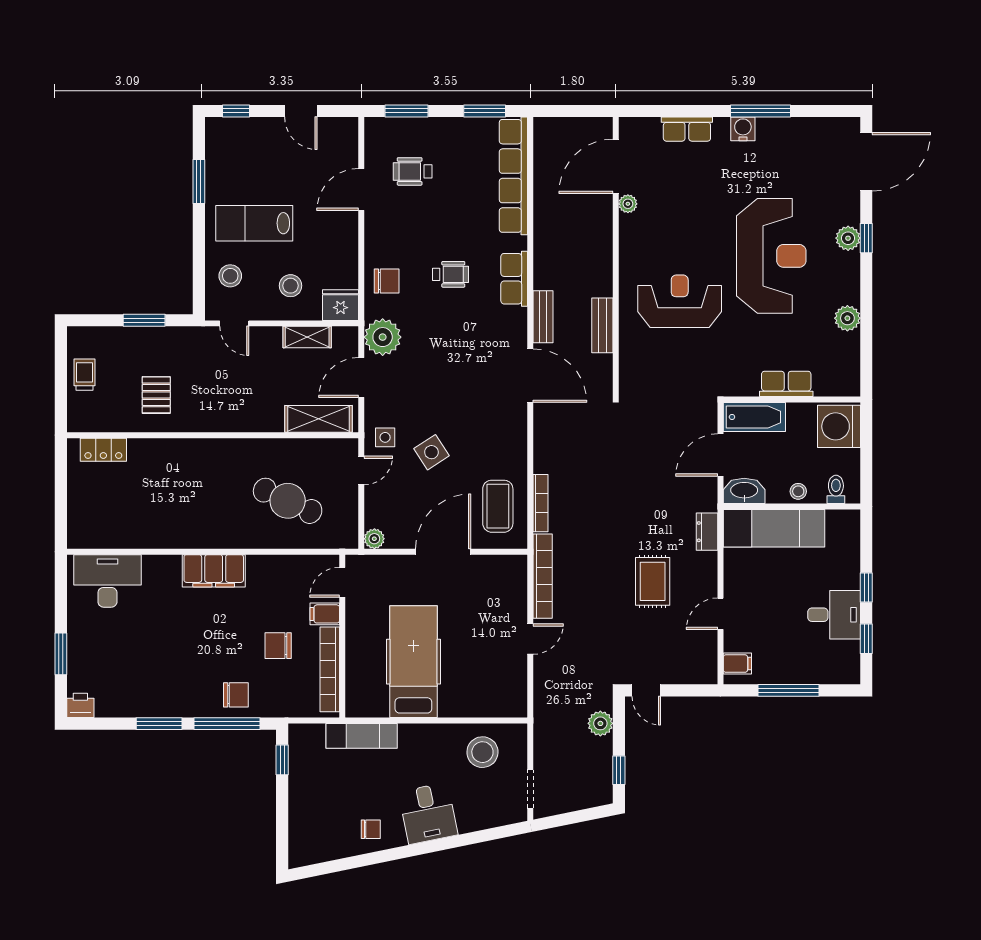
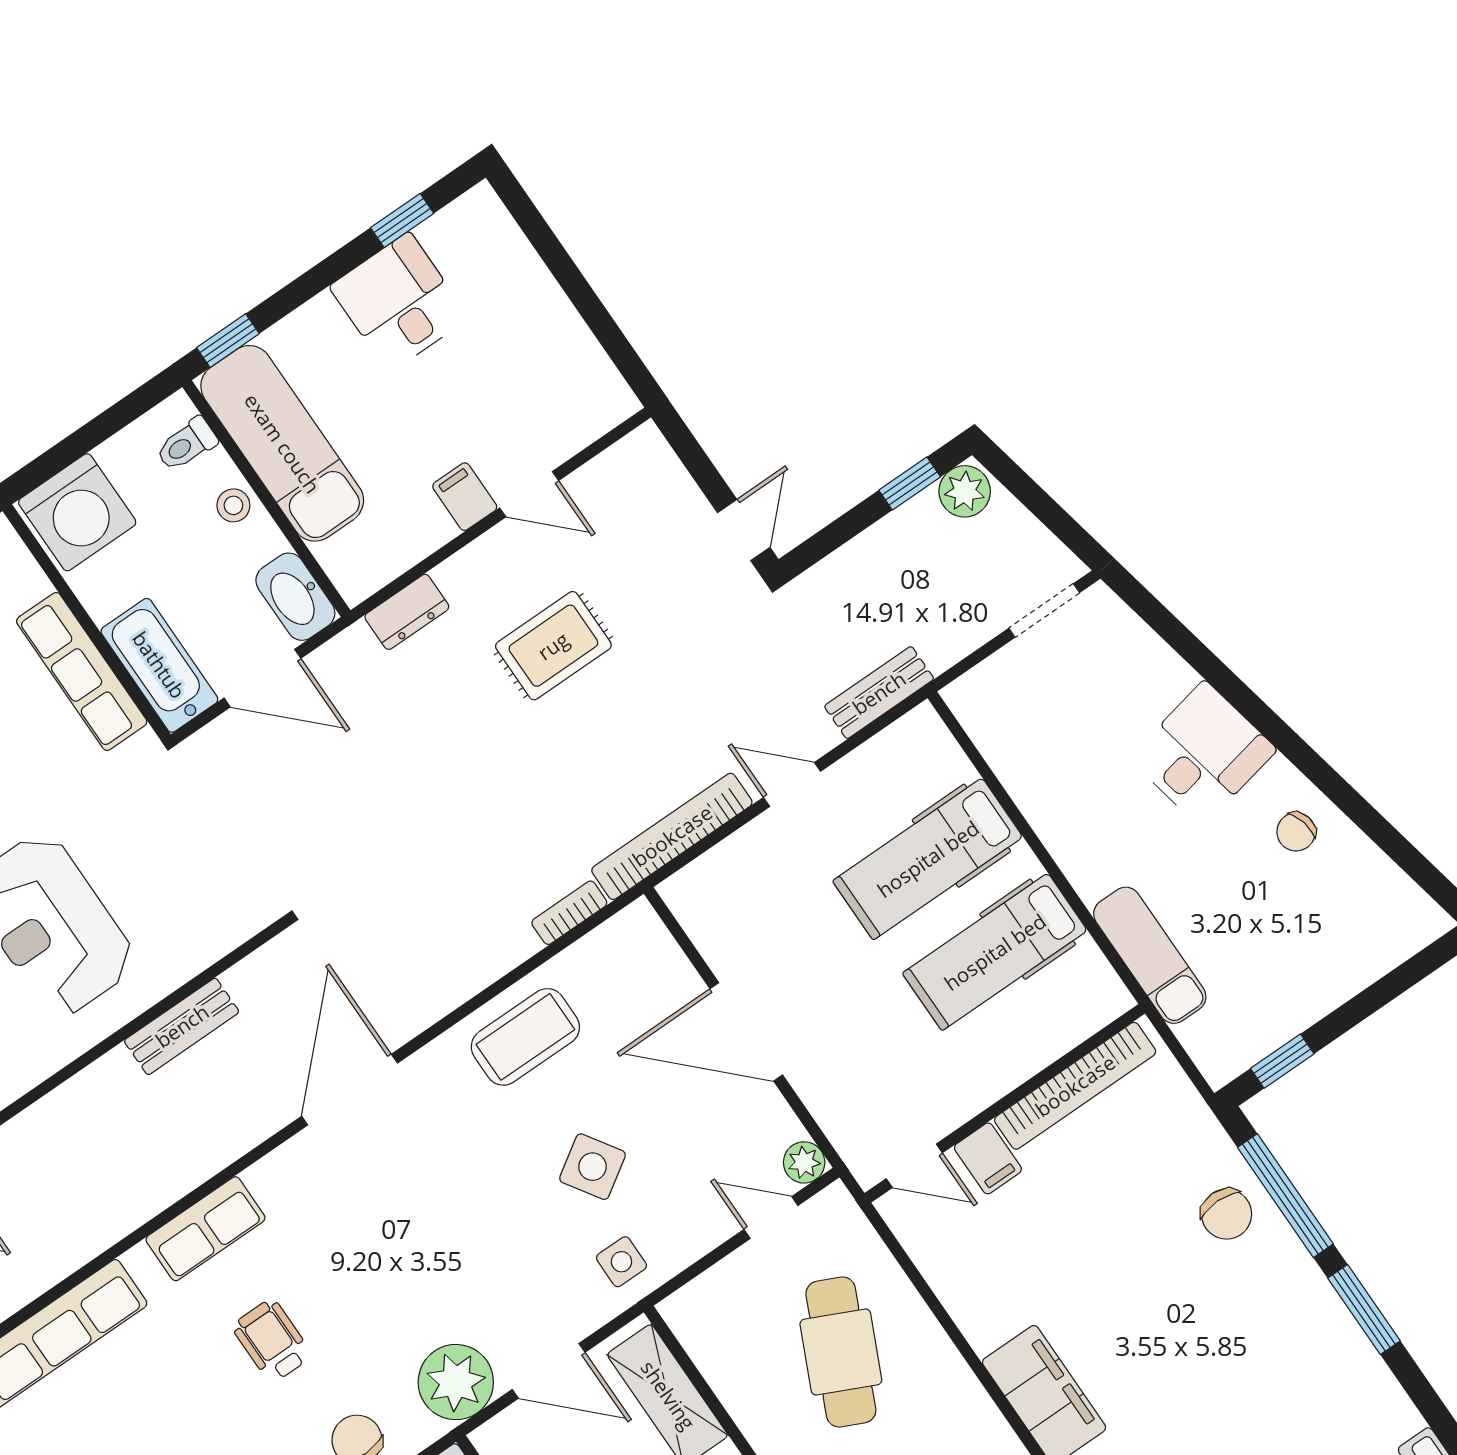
bench: (543, 317) -> (879, 693), moved
row of seats: (786, 384) -> (82, 671), width x1.48
door: (361, 470) -> (771, 1218), moved
bookcase: (540, 503) -> (569, 913), width x0.64
coffee table: (498, 506) -> (525, 1037), moved
exam couch: (774, 528) -> (282, 443), moved
window: (866, 588) -> (228, 341), moved
chair: (278, 646) -> (1095, 1200), removed
hospital bed: (413, 662) -> (995, 952), width x0.73, depth x0.78
filing cabinet: (737, 664) -> (465, 497), moved
hospital bed: (462, 673) -> (928, 859), added
window: (789, 690) -> (579, 291), removed
chair: (236, 695) -> (1227, 1214), turned 180
plant: (600, 723) -> (965, 491), moved
stool: (482, 752) -> (1037, 734), removed
chair: (371, 829) -> (1296, 832), turned -103

